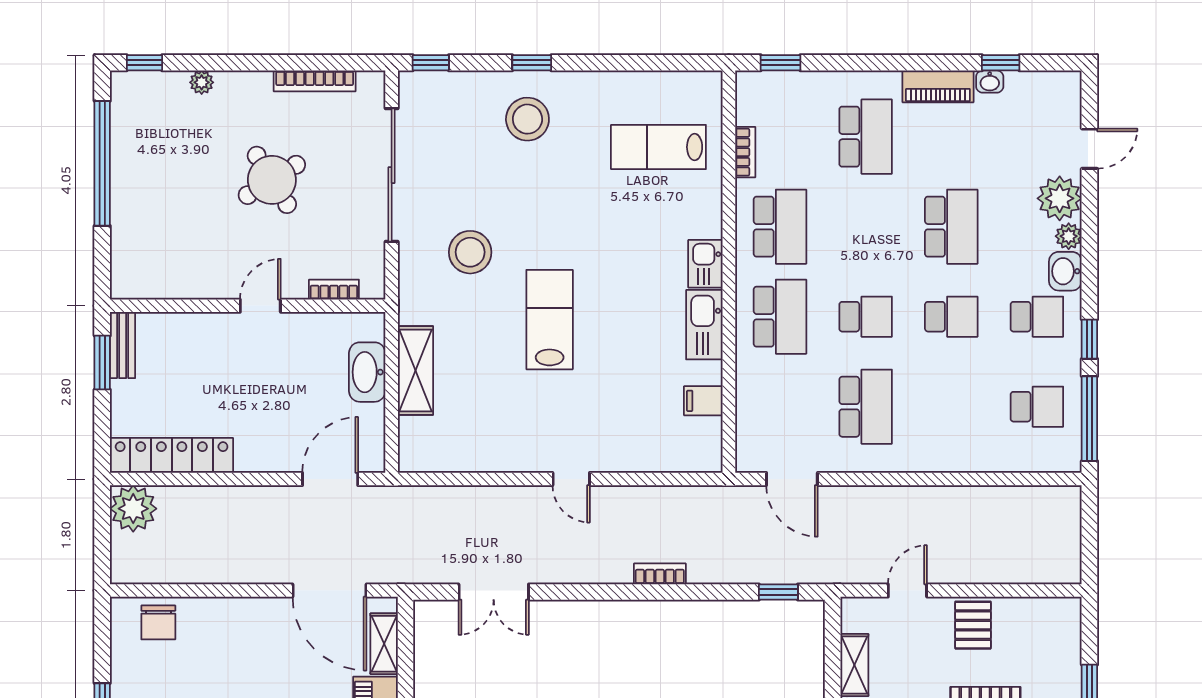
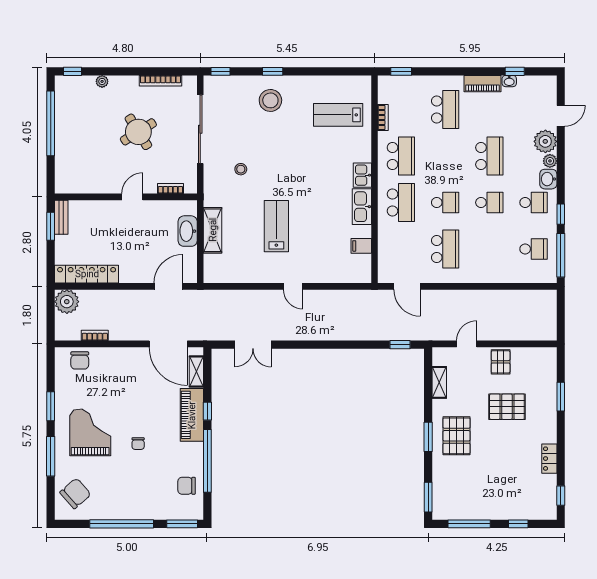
stool: (470, 252) -> (241, 169), width x0.53, depth x0.53
lab bench: (550, 320) -> (276, 226), moved
bookcase: (660, 574) -> (95, 335), moved

